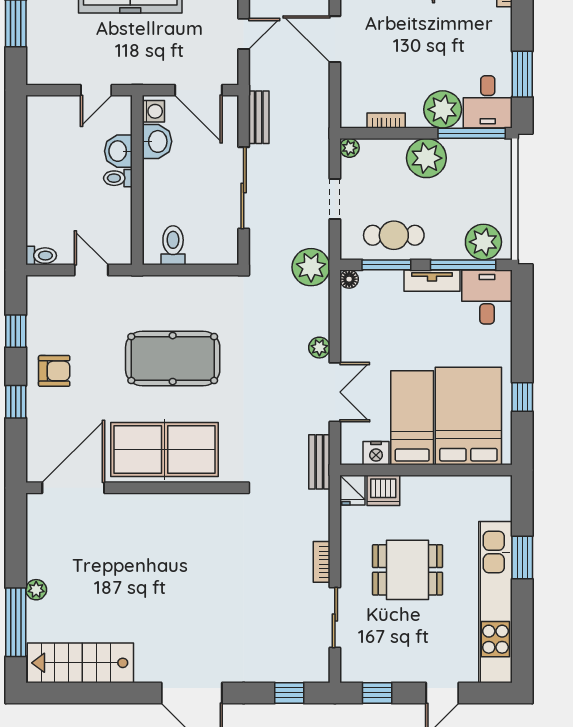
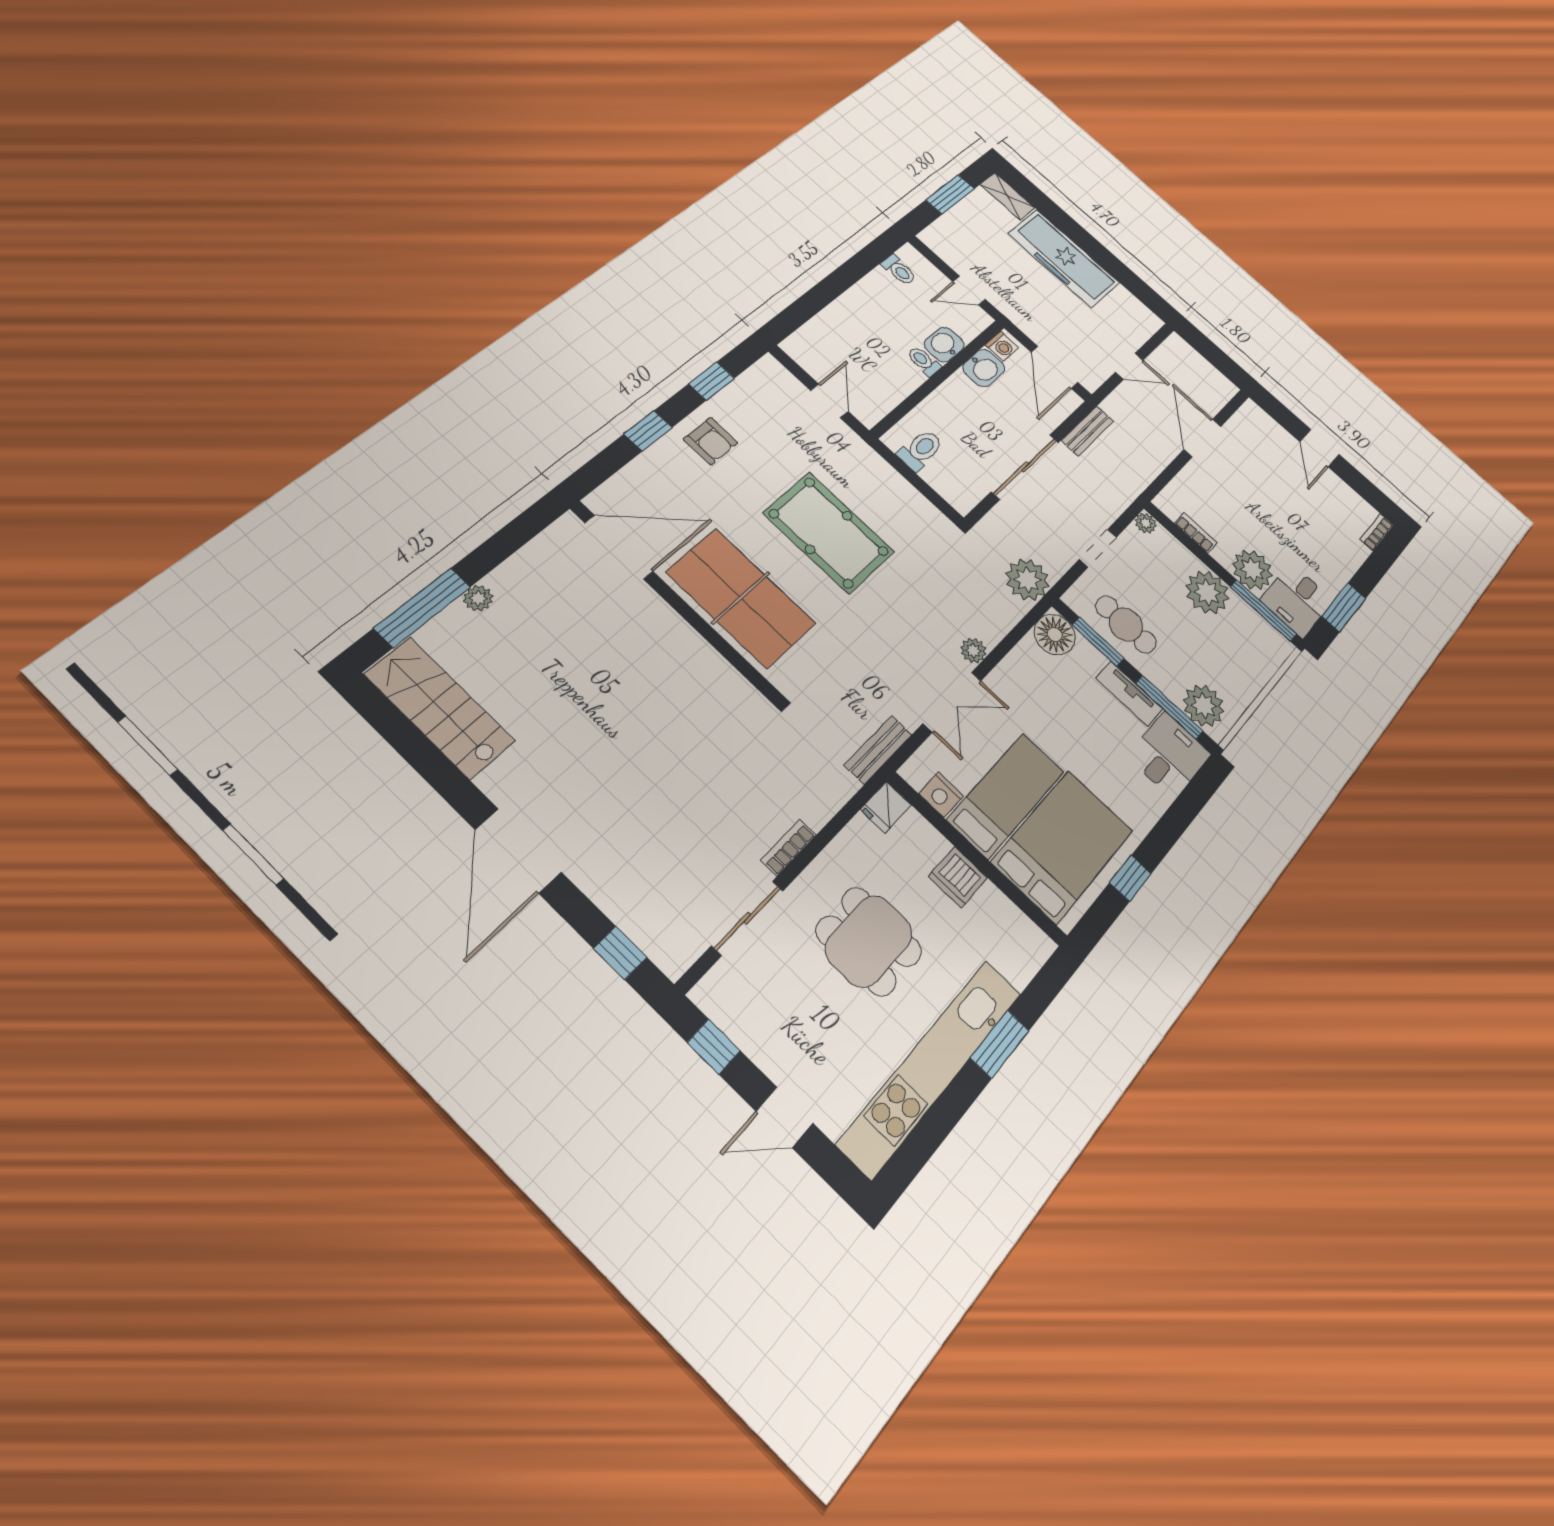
toilet: (41, 256) -> (899, 270), moved
floor lamp: (349, 279) -> (1055, 635), width x1.89, depth x1.89
dishwasher: (383, 490) -> (958, 877), moved

